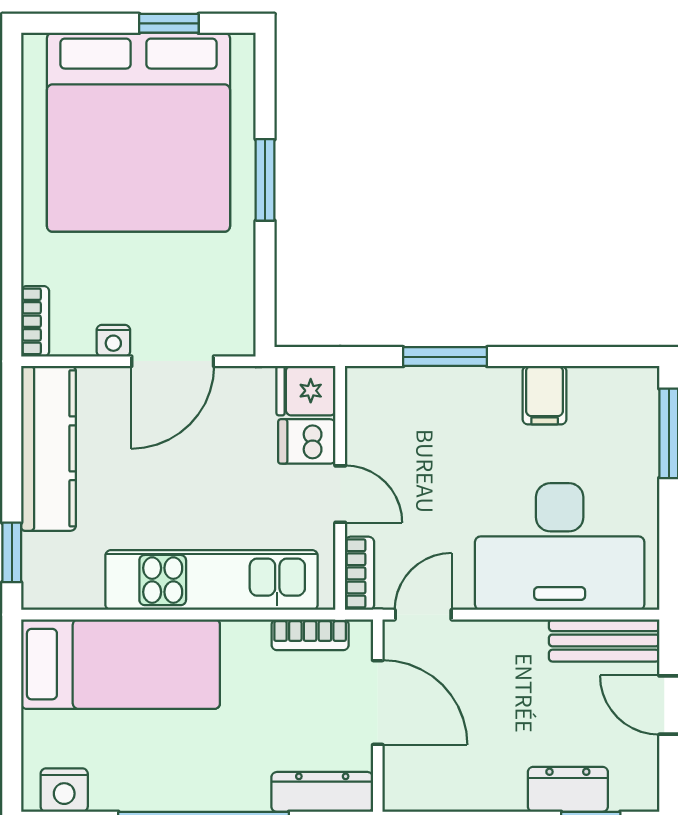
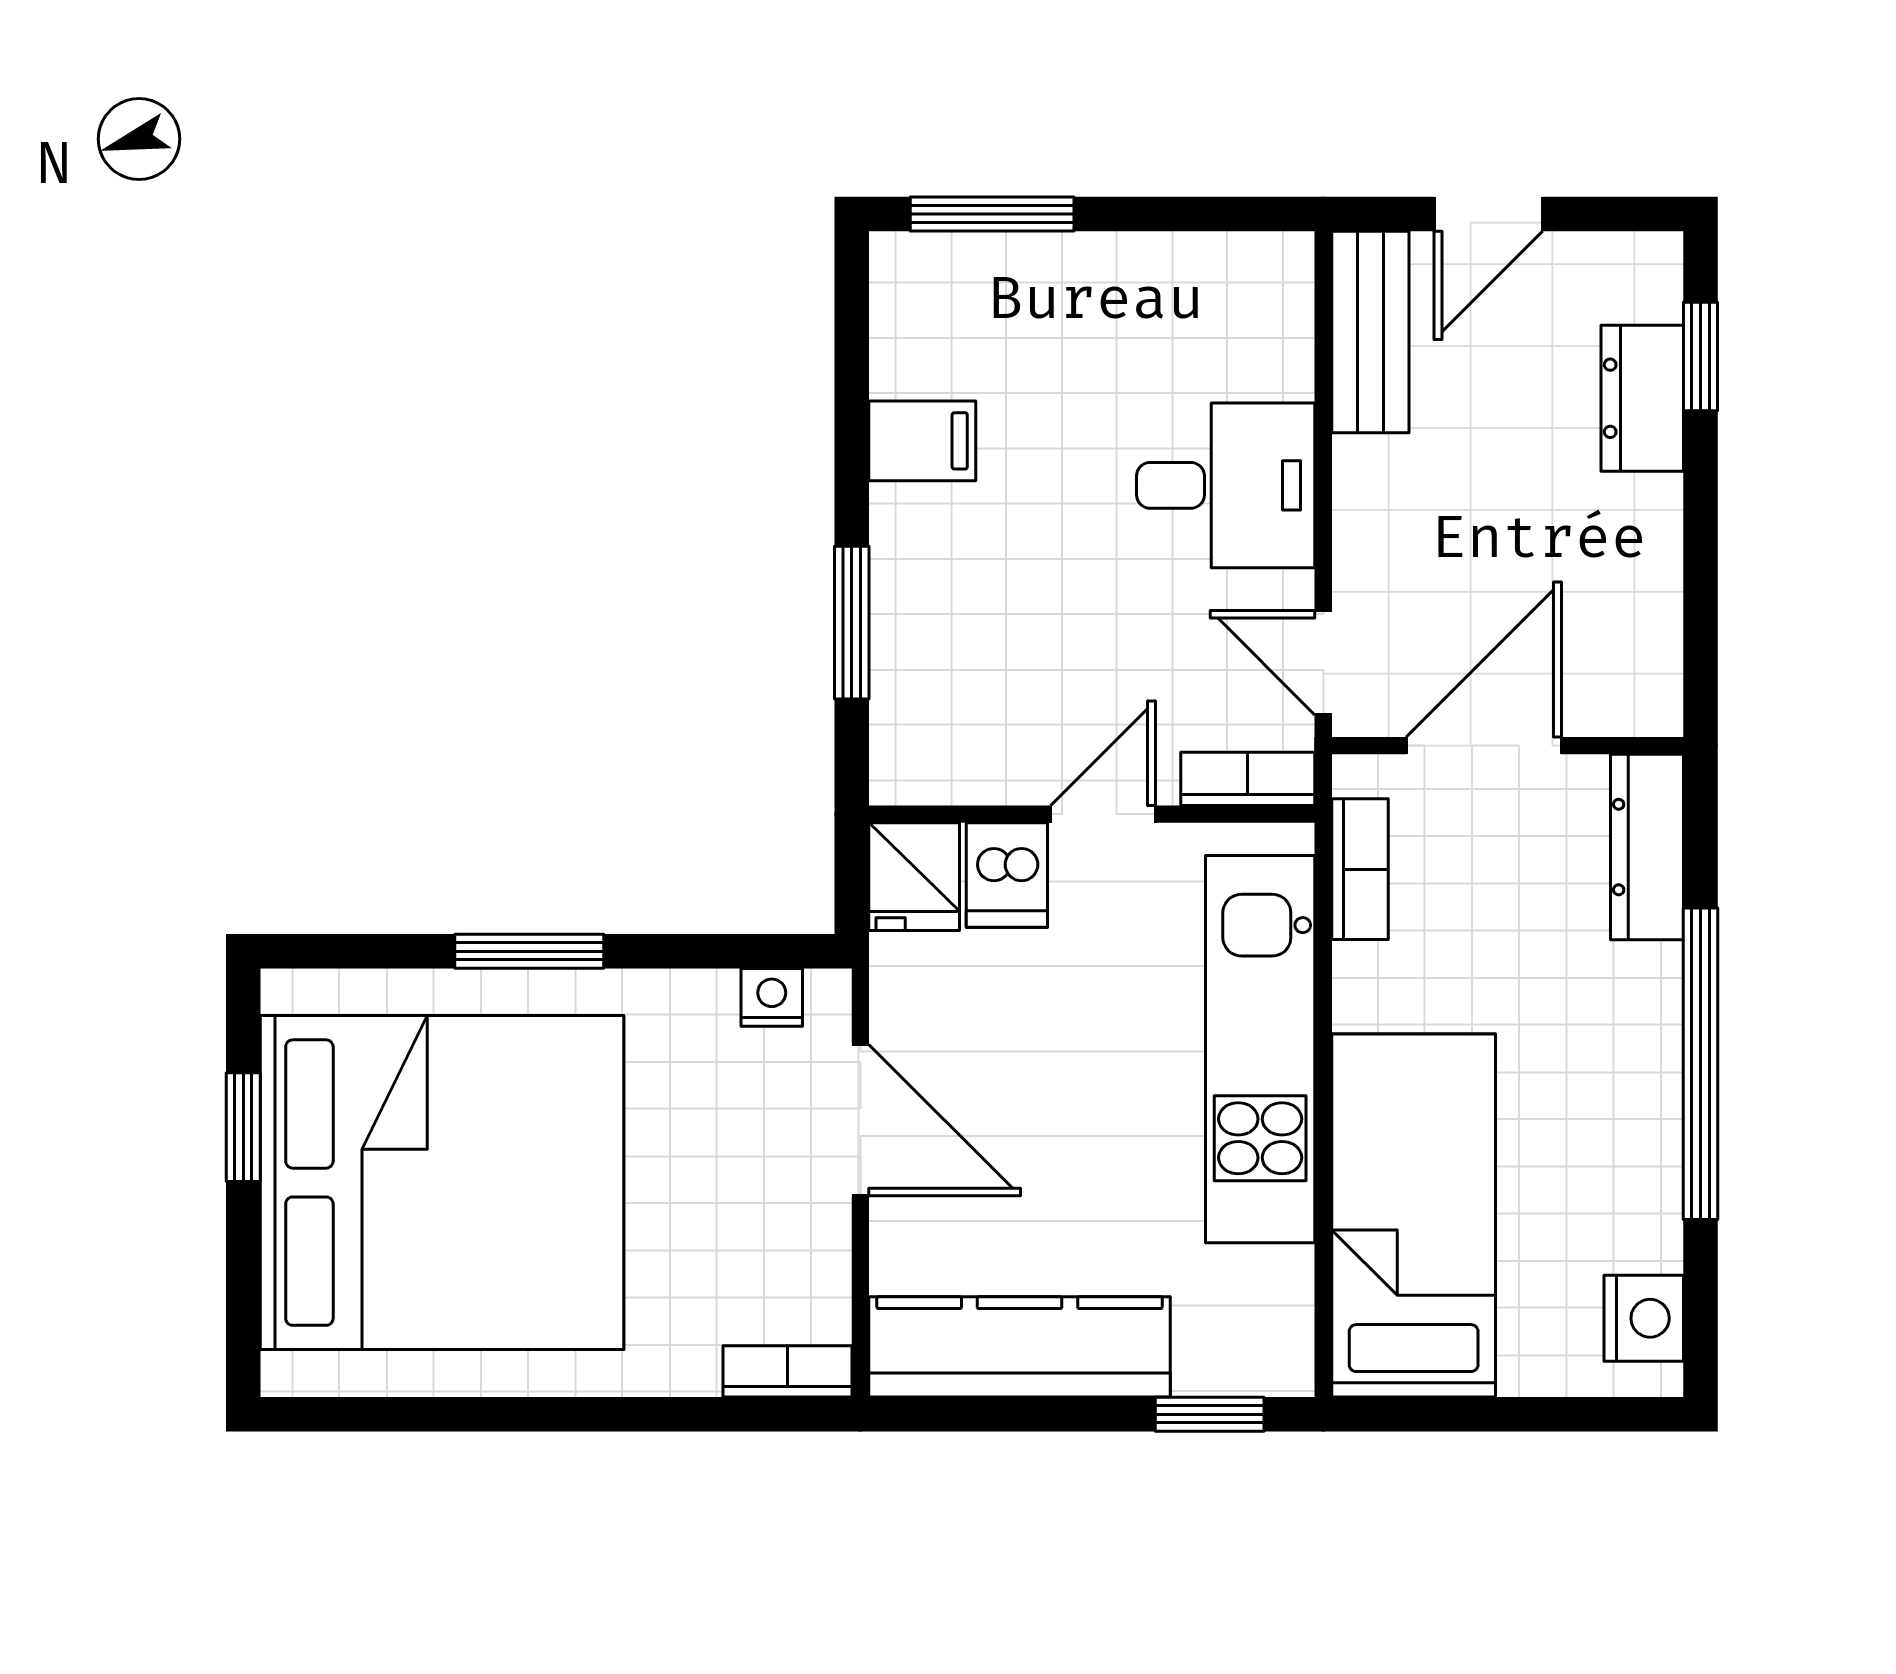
nightstand: (113, 341) -> (772, 997), moved, turned -90
desk: (560, 547) -> (1226, 485), width x0.53, depth x0.77

